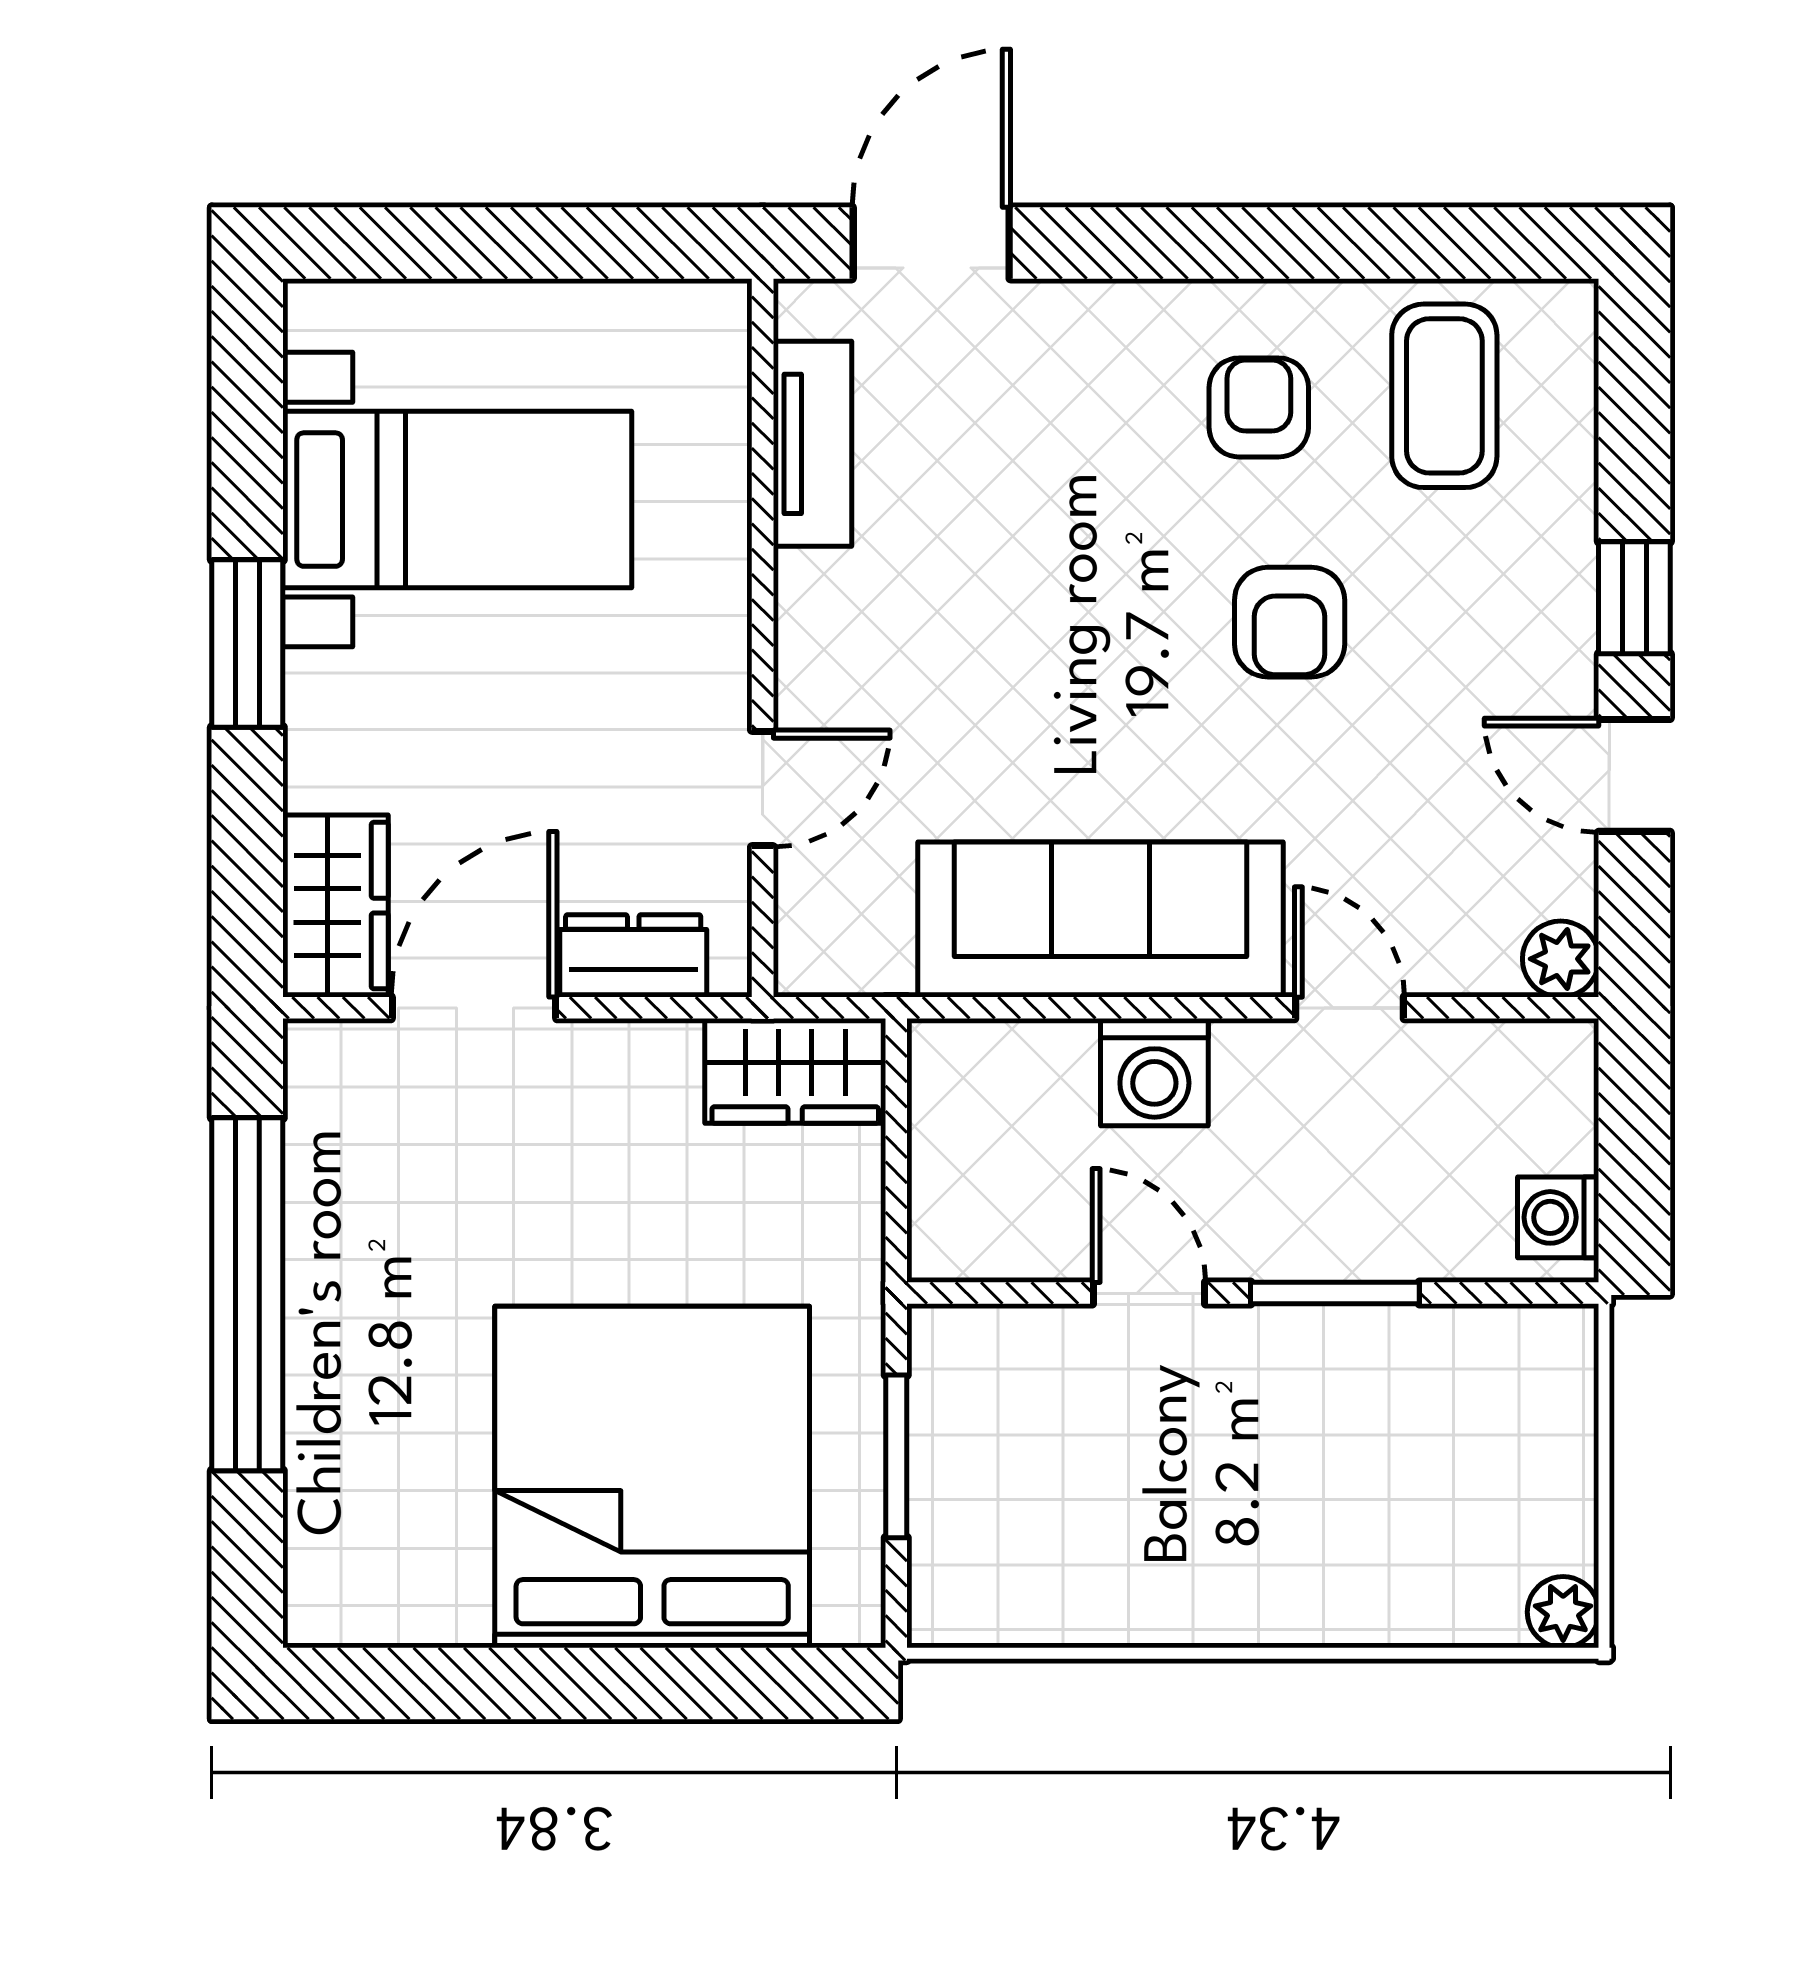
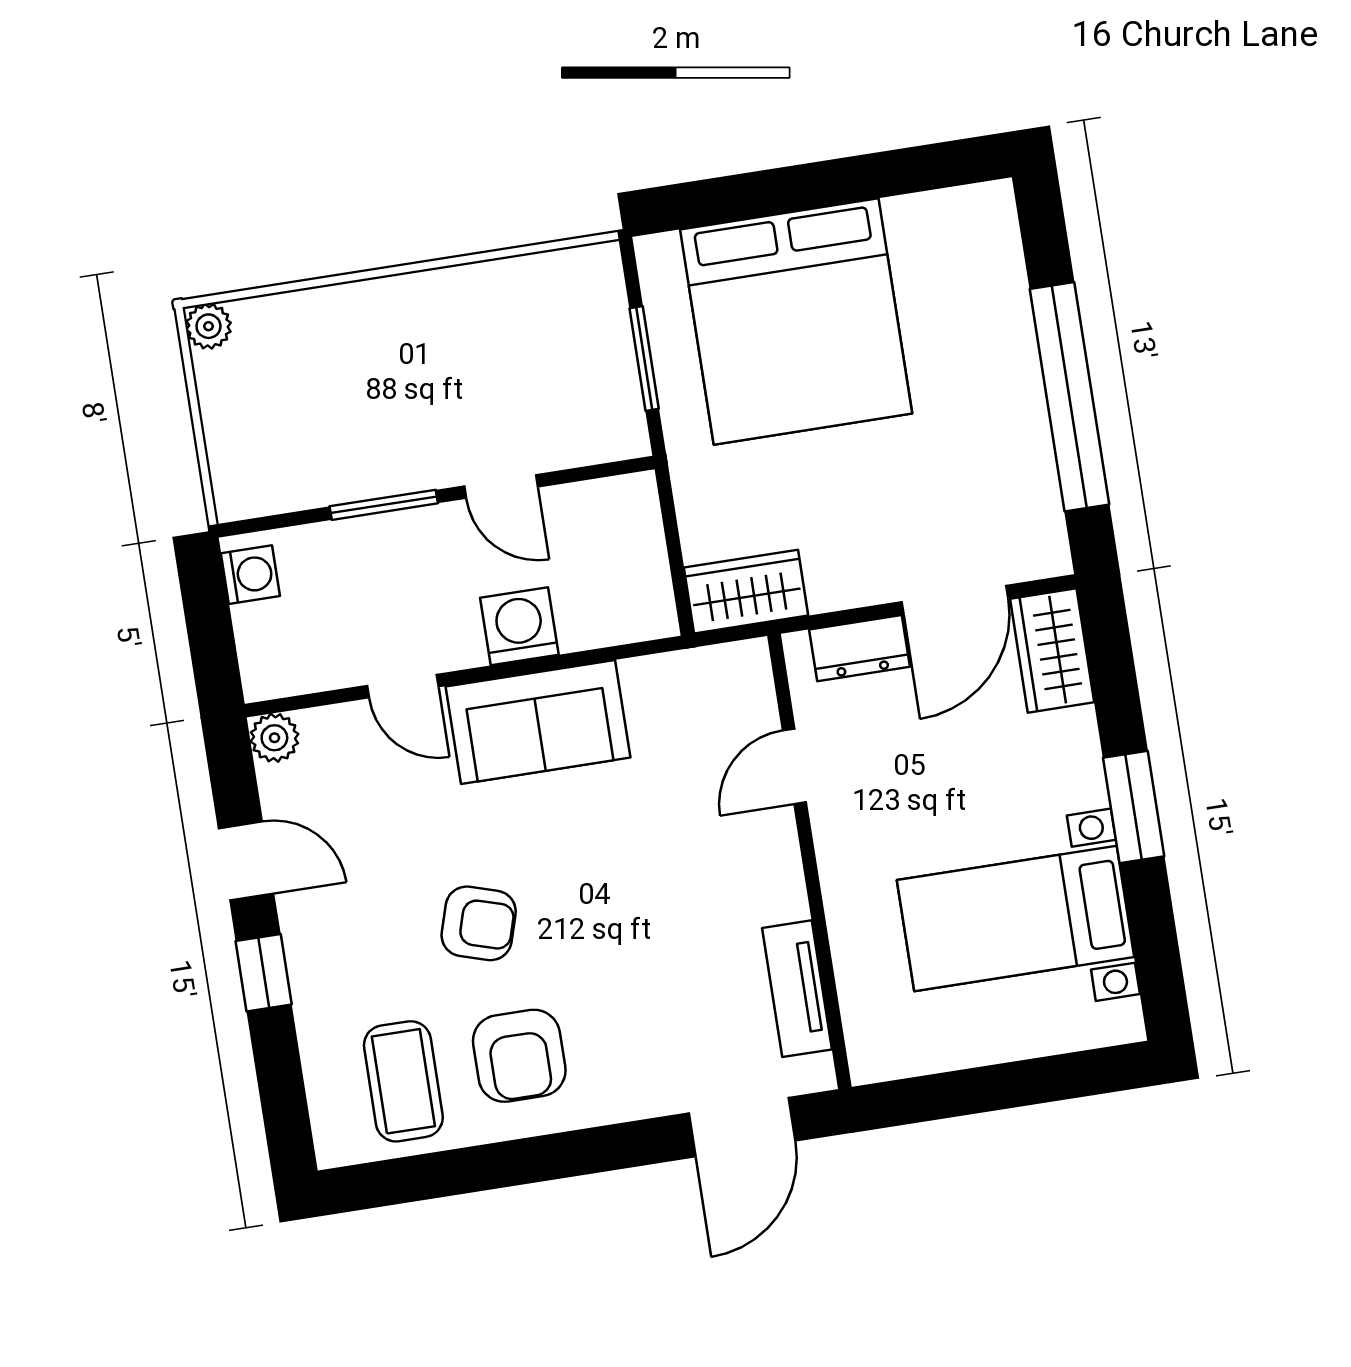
armchair: (1259, 407) -> (519, 1056), width x1.38, depth x1.38
armchair: (1290, 622) -> (479, 923), turned 107
sofa: (1100, 919) -> (538, 722), width x0.73

